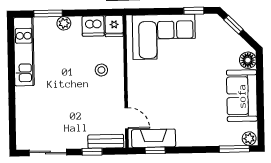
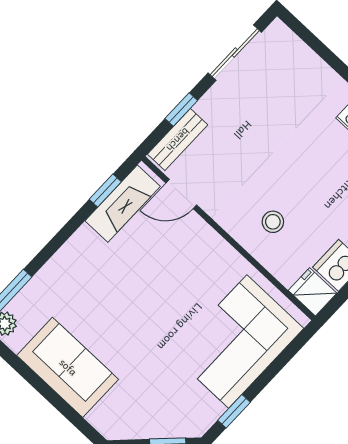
floor lamp: (248, 60) -> (105, 419), removed

